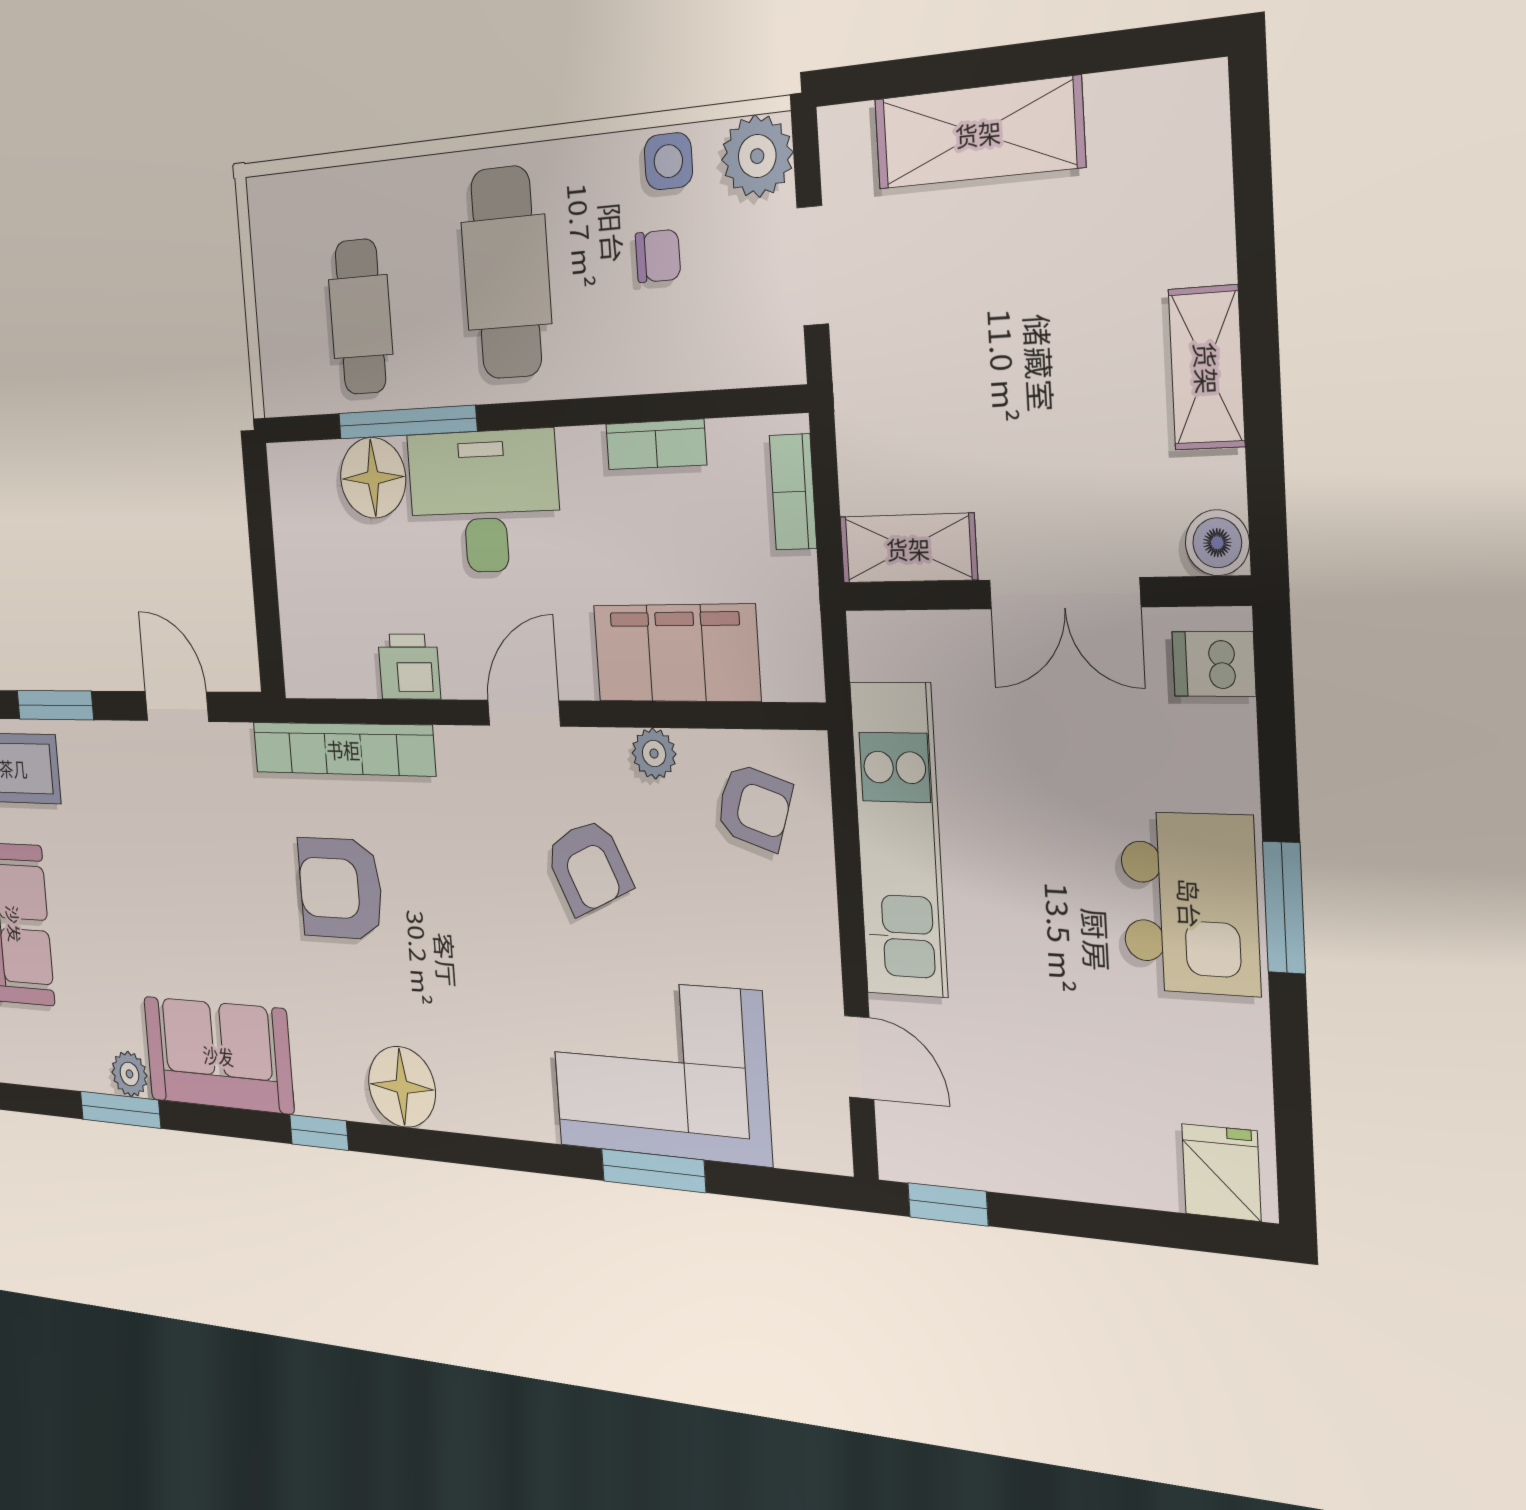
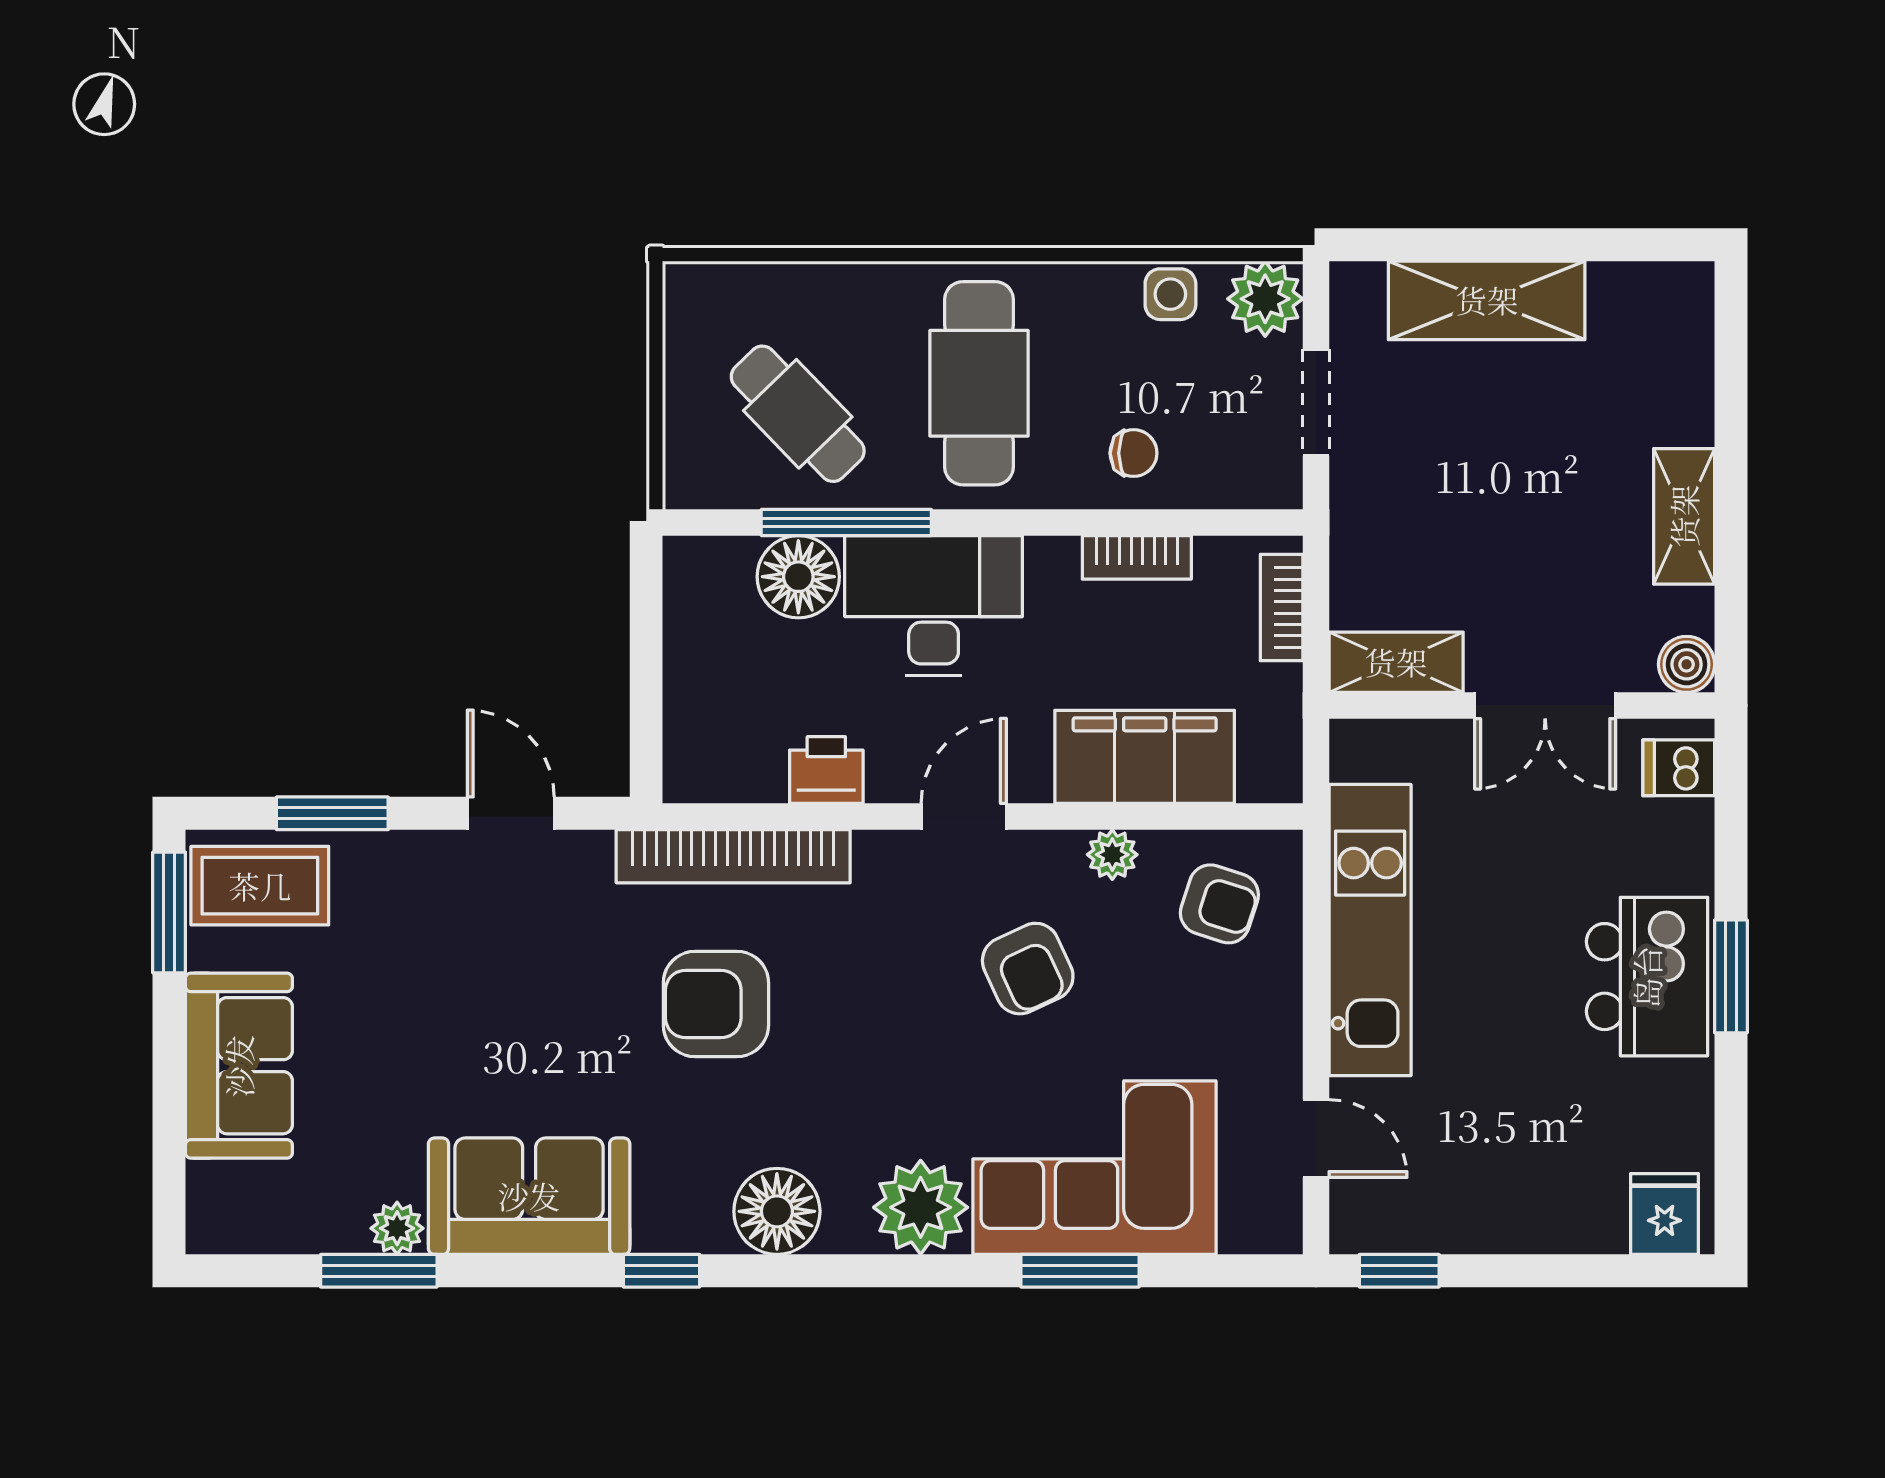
chair: (658, 256) -> (1134, 453), moved
cafe table: (361, 317) -> (798, 414), turned -44
plant: (515, 1094) -> (921, 1207), added

